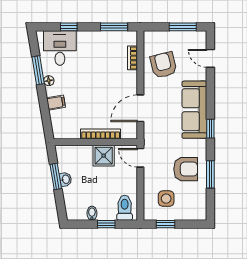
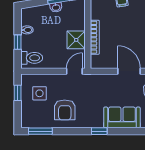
door: (140, 108) -> (129, 71), moved
sofa: (194, 110) -> (122, 117), width x0.73
window: (210, 174) -> (40, 131), moved

